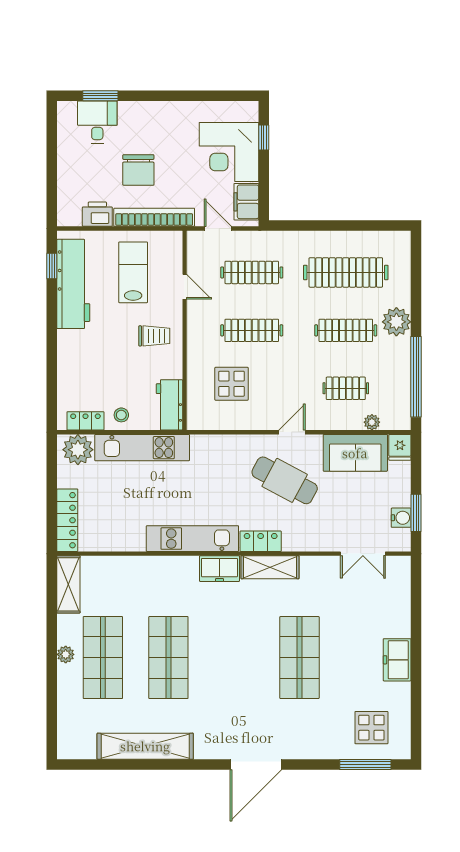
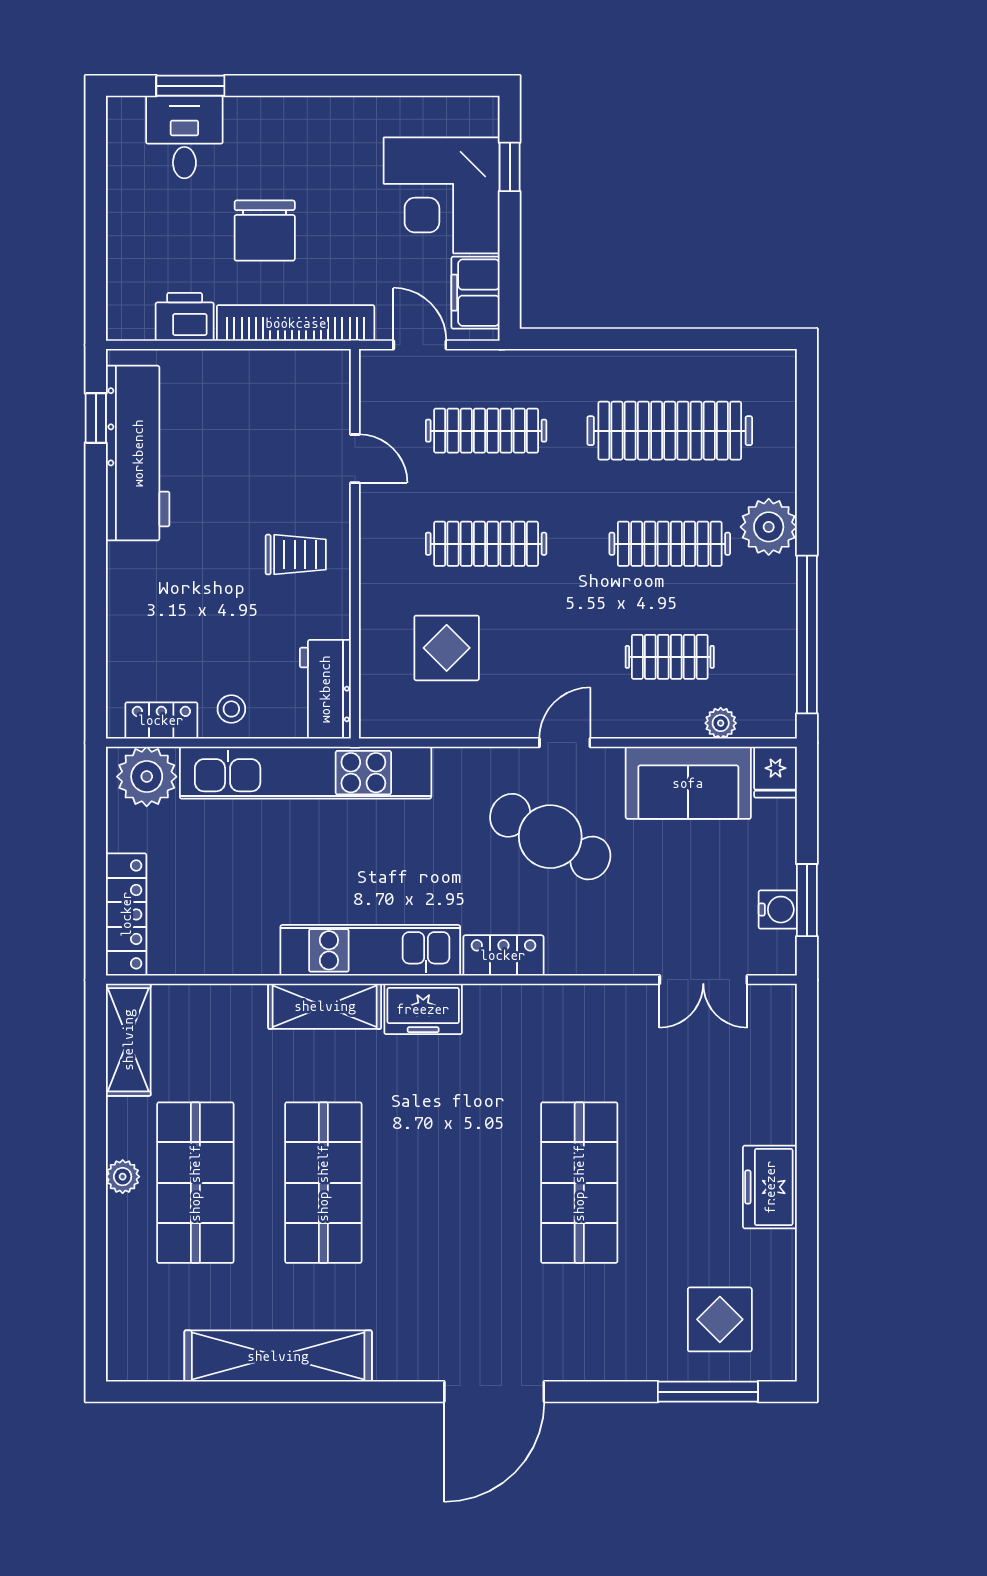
lab bench: (133, 272) -> (254, 430), removed
kitchen unit: (142, 448) -> (306, 773), width x1.36
shelving: (270, 567) -> (325, 1006), moved

